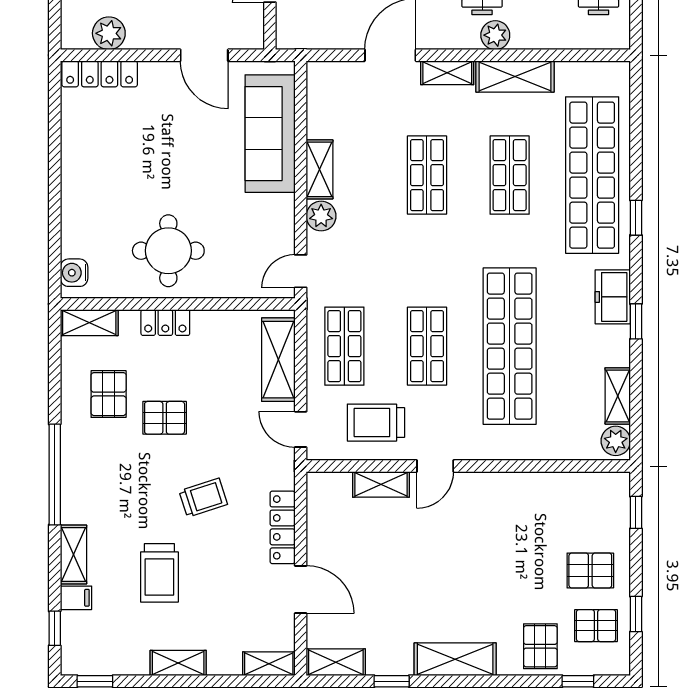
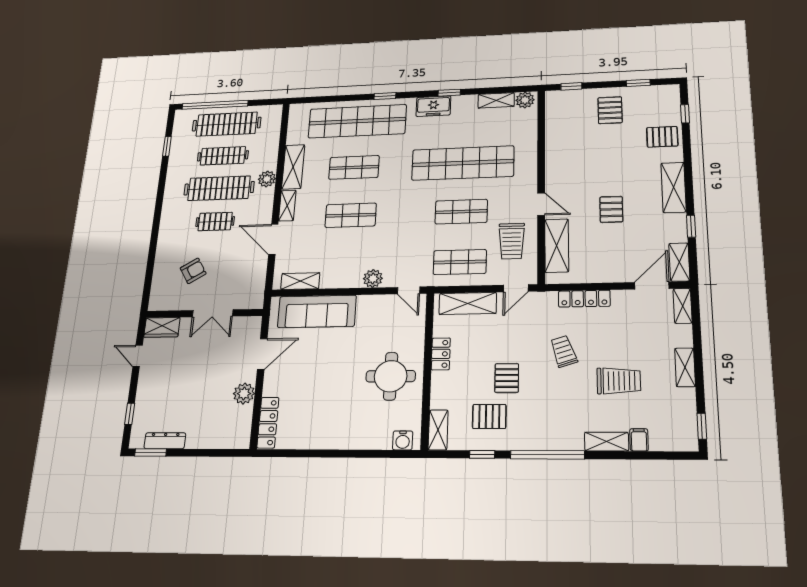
plant: (109, 33) -> (244, 394), moved
shelving: (319, 169) -> (300, 281), moved
locker: (165, 323) -> (441, 354), moved
shelving: (381, 484) -> (557, 246), width x1.50, depth x1.33
door: (301, 590) -> (652, 286), moved
pallet: (596, 626) -> (611, 209), moved
window: (55, 628) -> (482, 454), moved

